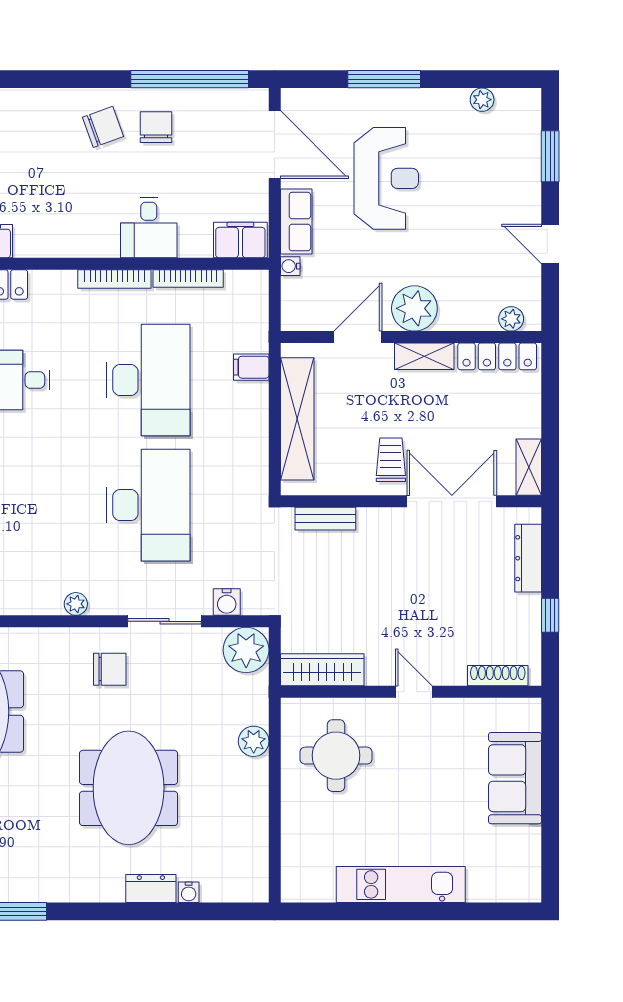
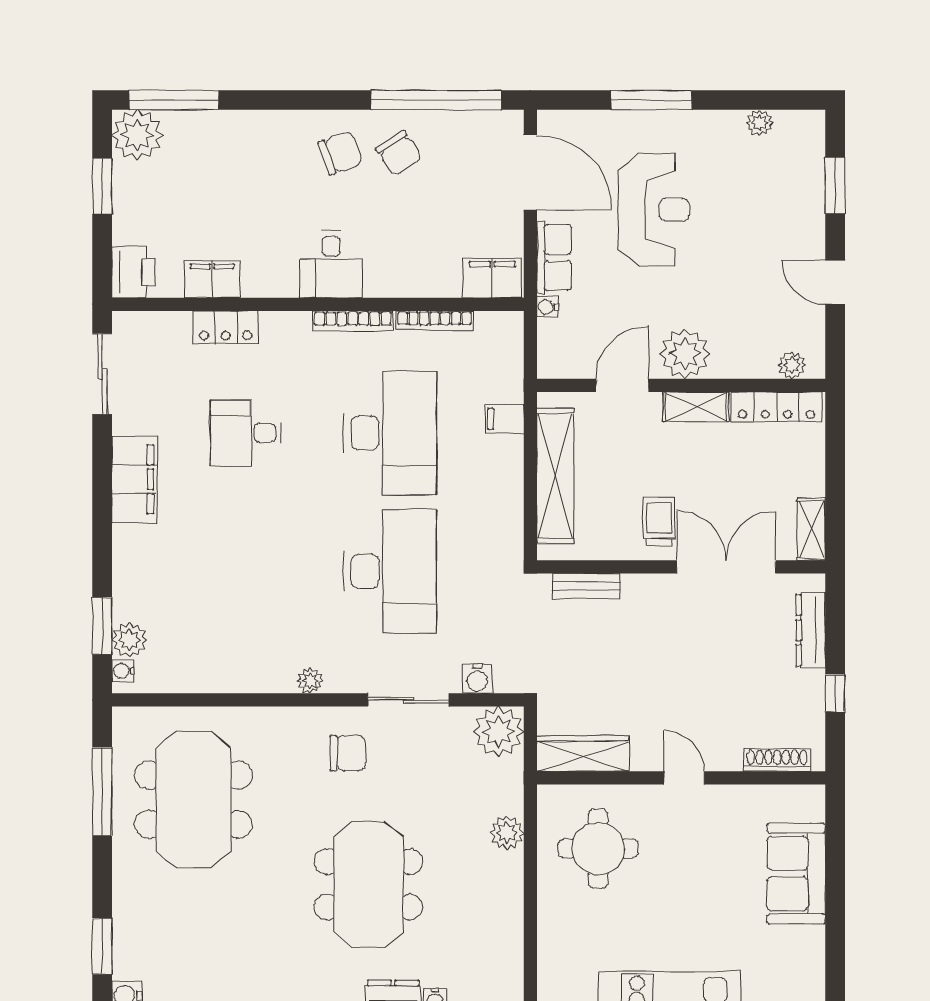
chair: (156, 127) -> (399, 153), turned 146
desk: (149, 228) -> (331, 264), moved

